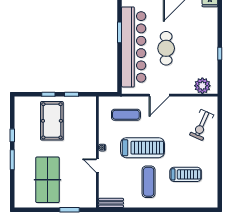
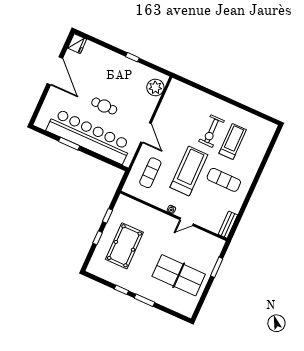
cafe table: (166, 48) -> (104, 106), width x0.73, depth x0.74
pool table: (52, 121) -> (124, 246), turned 90
exercise bike: (202, 125) -> (211, 131), moved, turned 66

